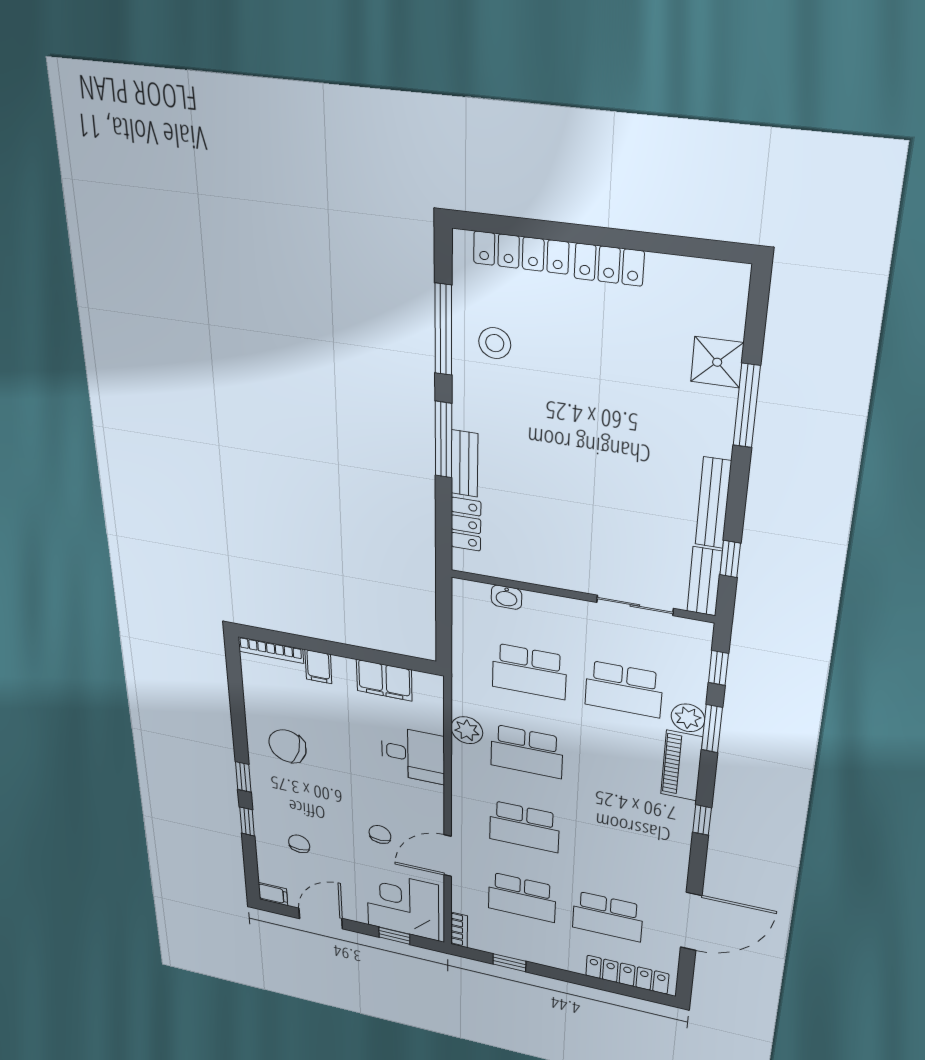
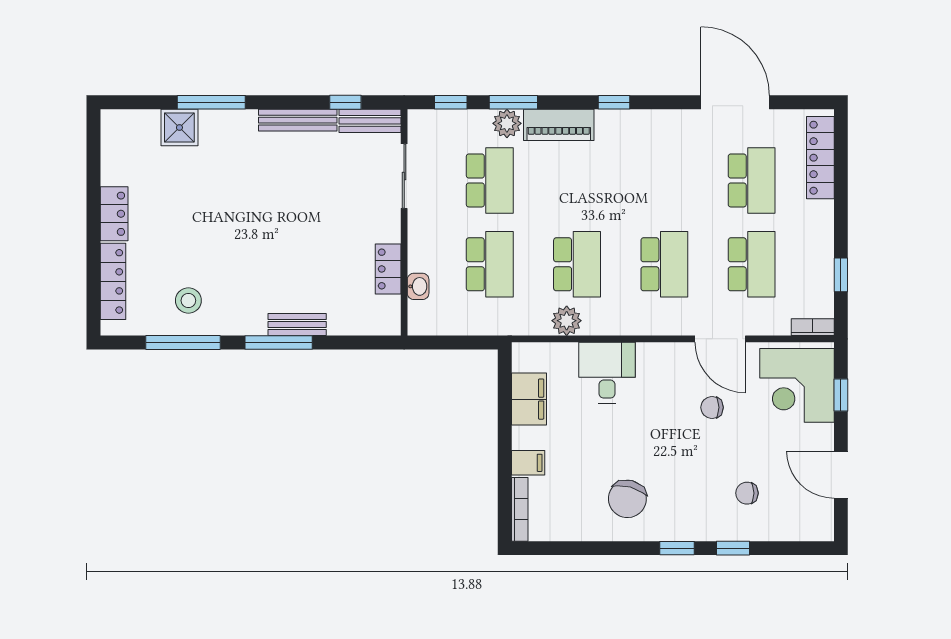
locker: (466, 524) -> (388, 269), moved, turned -90
filing cabinet: (273, 894) -> (822, 526), removed

